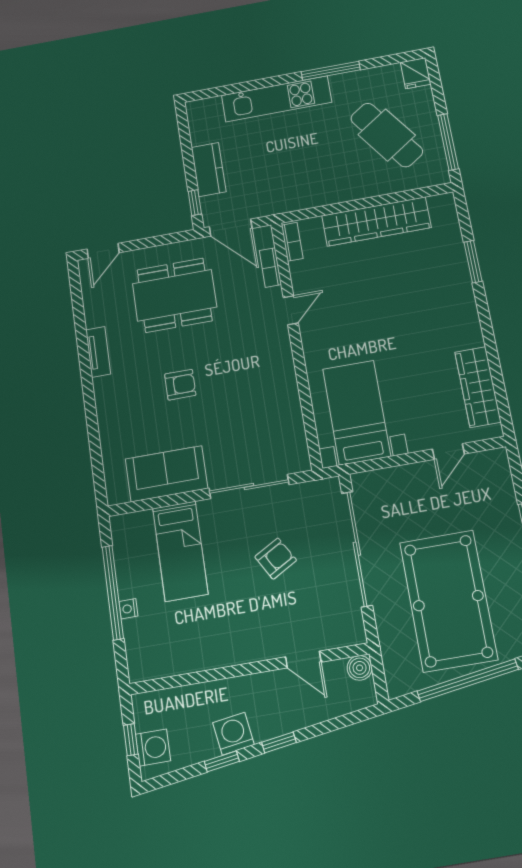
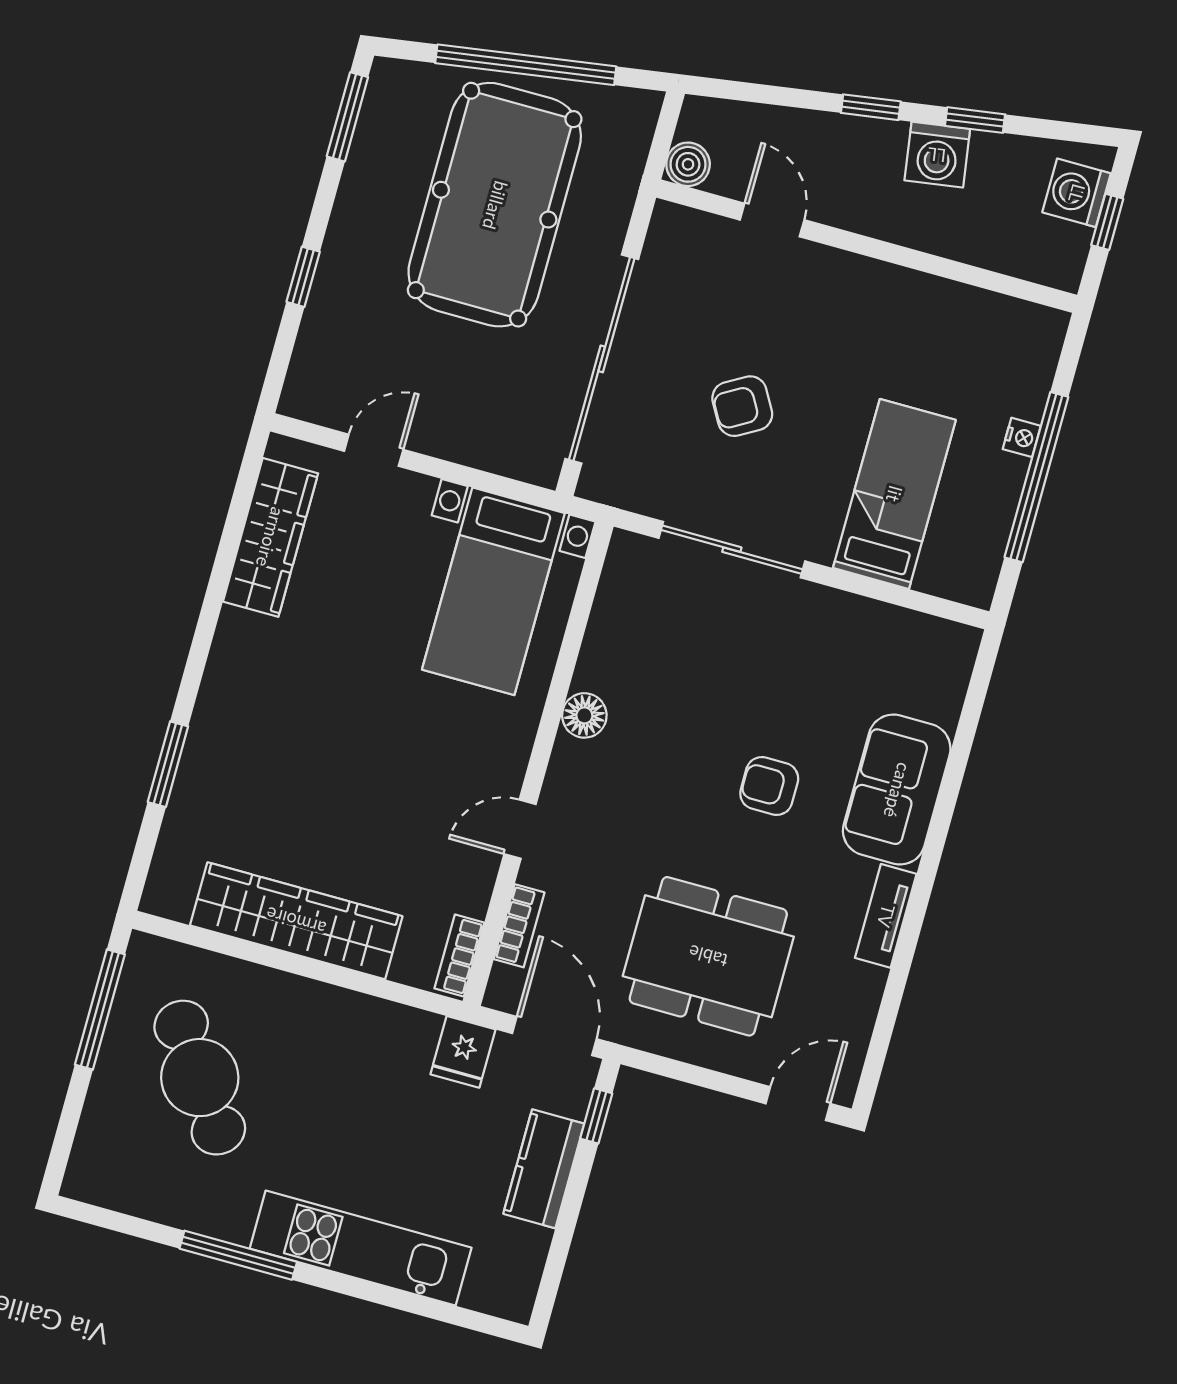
fridge: (416, 73) -> (463, 1052), moved, turned 180
floor lamp: (285, 376) -> (584, 715), added
sofa: (166, 474) -> (897, 790), moved, turned 90

